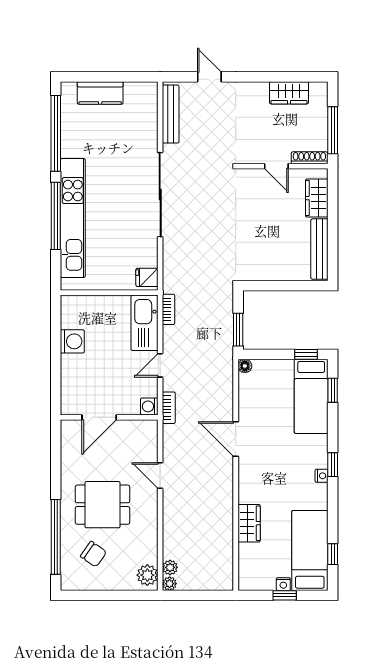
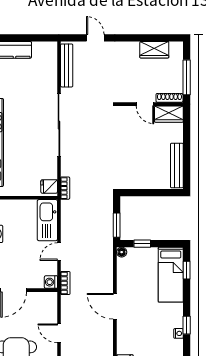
wardrobe: (317, 198) -> (169, 114), moved, turned -90
bookcase: (169, 309) -> (65, 188), moved
window: (306, 354) -> (142, 244), moved

